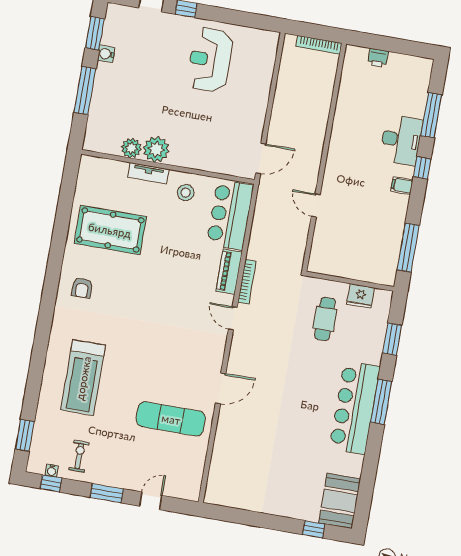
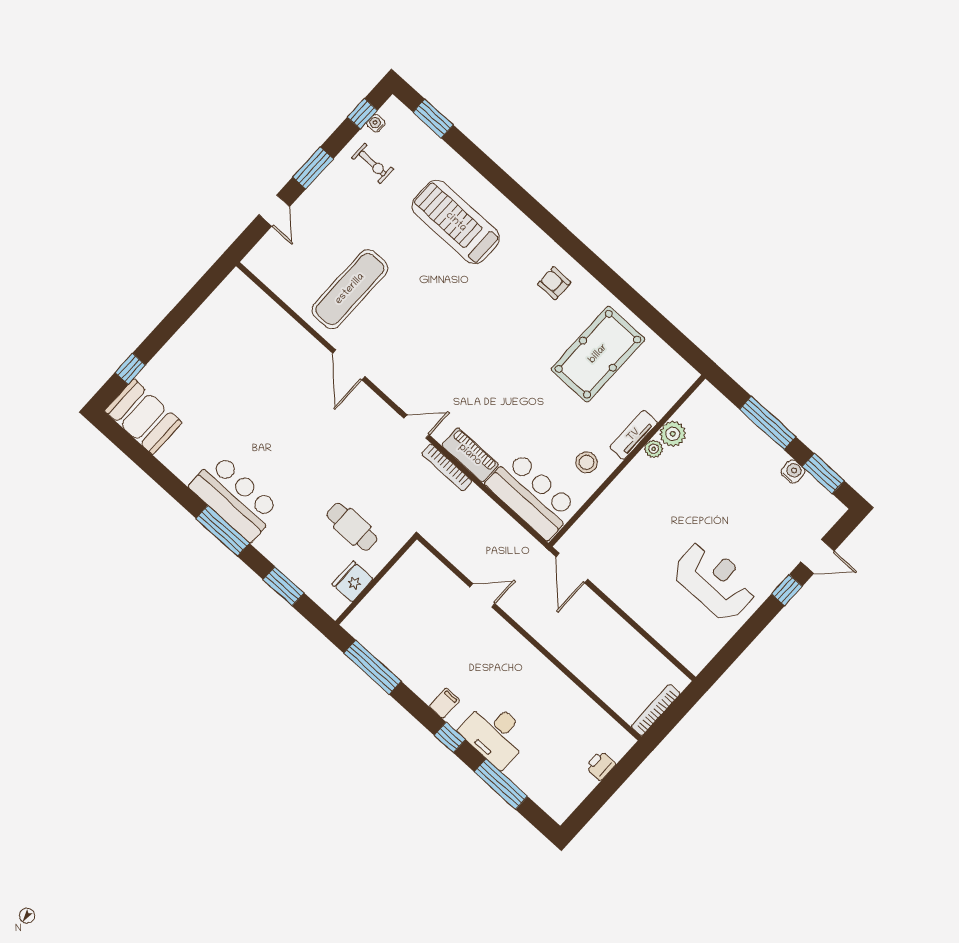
plant: (156, 149) -> (654, 449), width x0.53, depth x0.53
bar counter: (355, 408) -> (235, 498), width x0.73

